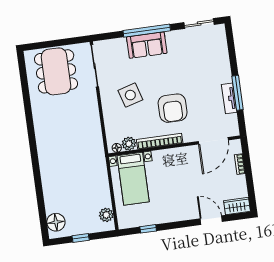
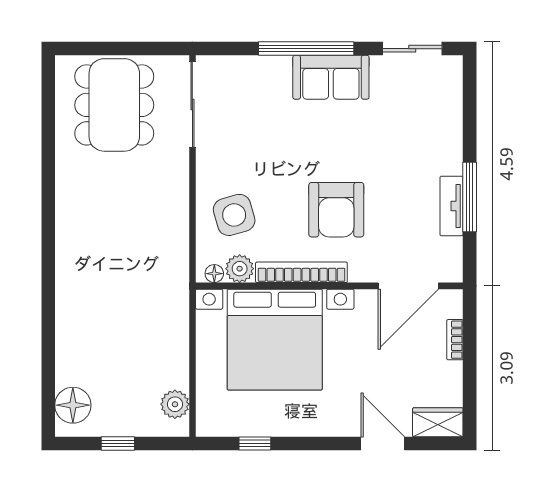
sofa: (147, 45) -> (331, 77), moved
side table: (130, 95) -> (234, 215), moved
bed with nightstands: (133, 179) -> (275, 340), width x1.85

